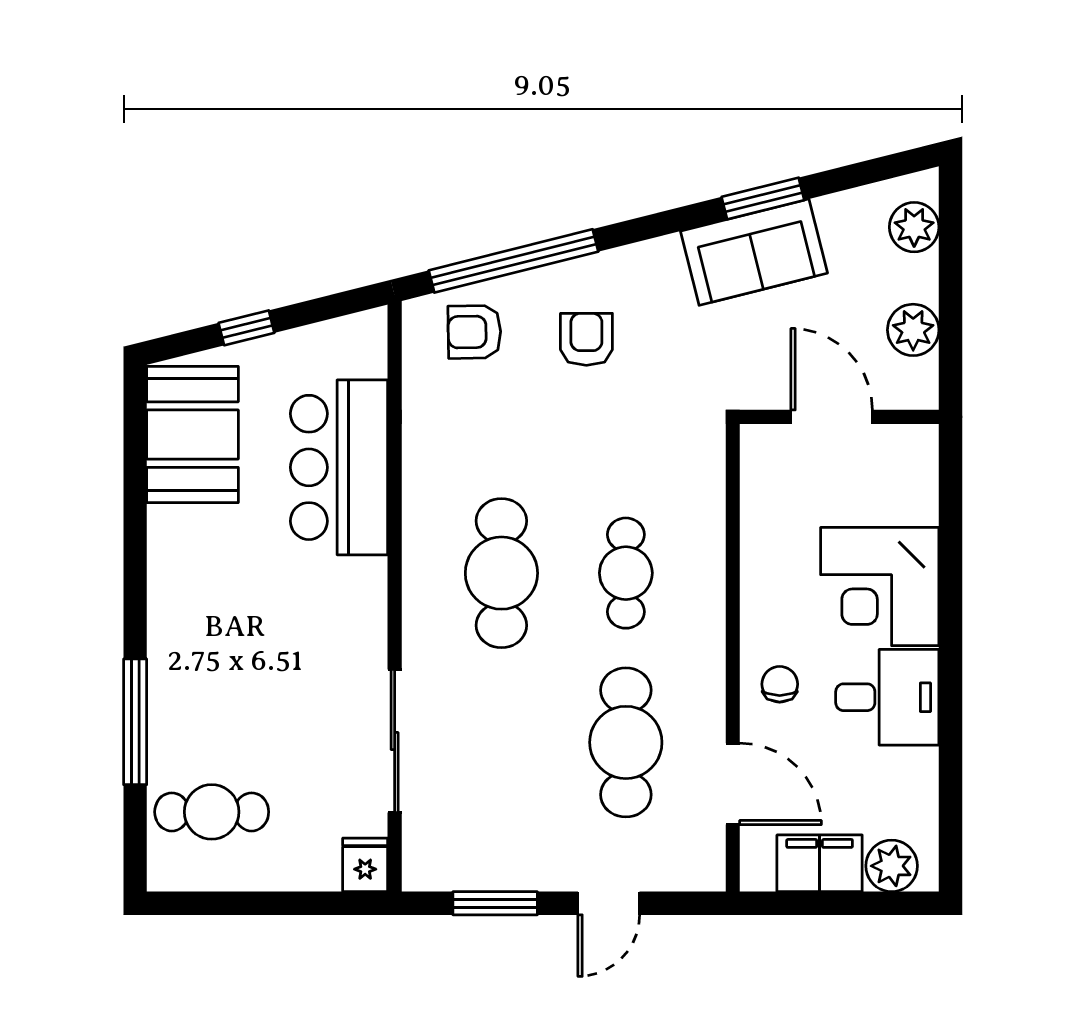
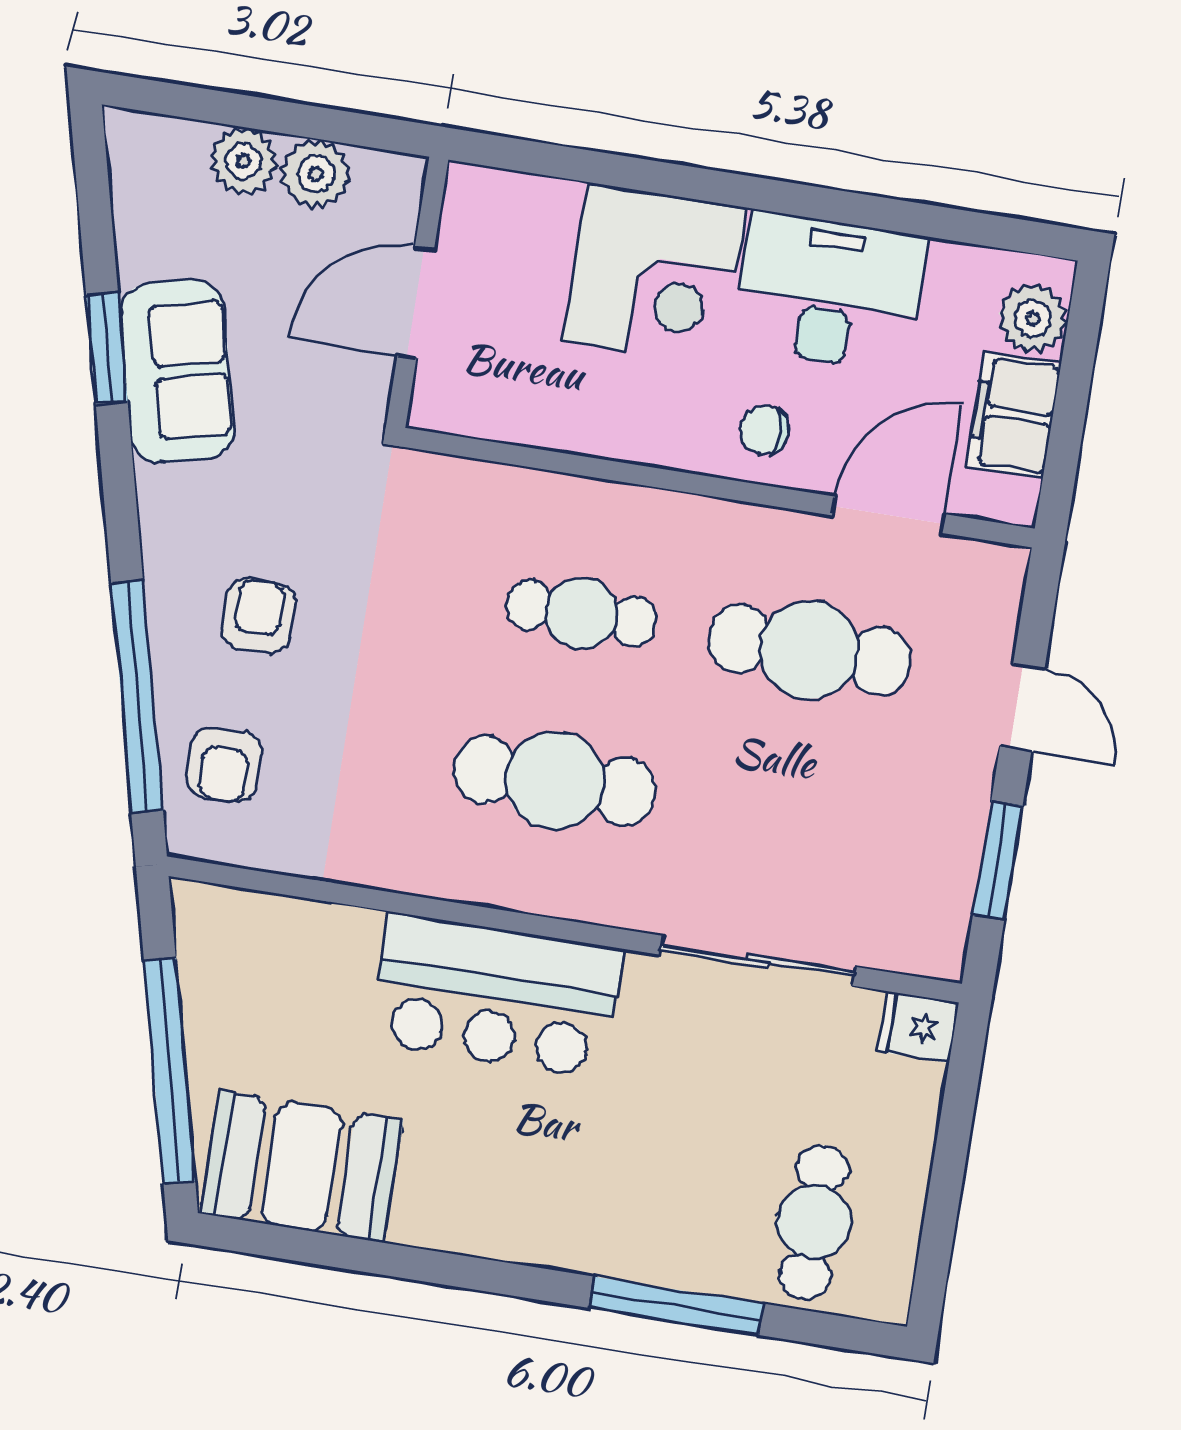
plant: (914, 227) -> (243, 161), moved
window: (246, 328) -> (170, 1071), width x3.17
armchair: (586, 339) -> (258, 616), turned 90
bar counter: (339, 467) -> (496, 995), moved
desk: (887, 697) -> (829, 292), width x1.37

